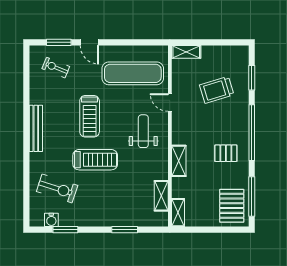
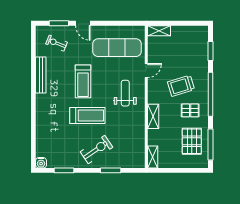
trolley: (217, 90) -> (181, 86), moved
door: (170, 103) -> (146, 71), swing flipped
bench: (36, 128) -> (41, 75), moved
exercise bike: (57, 188) -> (96, 150), moved, turned -52
shelving: (161, 196) -> (139, 144), removed
pallet: (232, 206) -> (192, 141), moved
water cooler: (51, 220) -> (41, 163), moved

